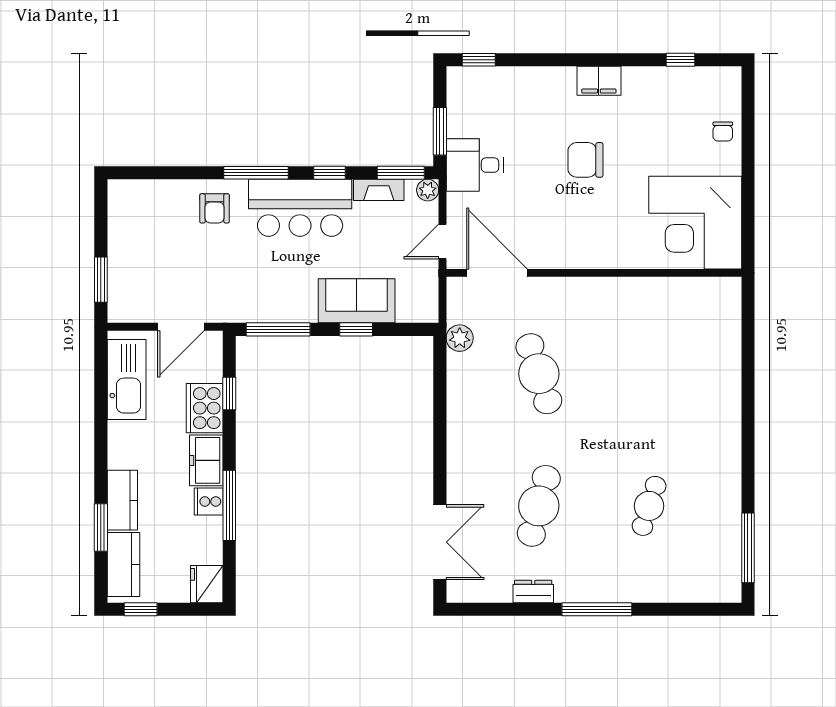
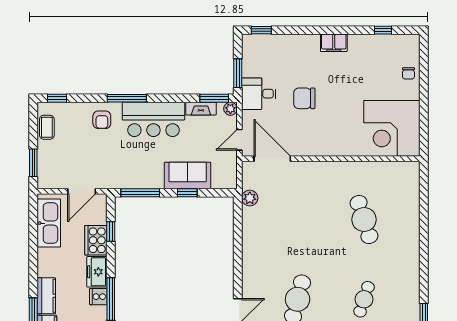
chair: (585, 160) -> (304, 98), moved
window: (330, 173) -> (57, 98), moved
coffee table: (123, 221) -> (47, 127), added
cafe table: (539, 374) -> (364, 220), moved

